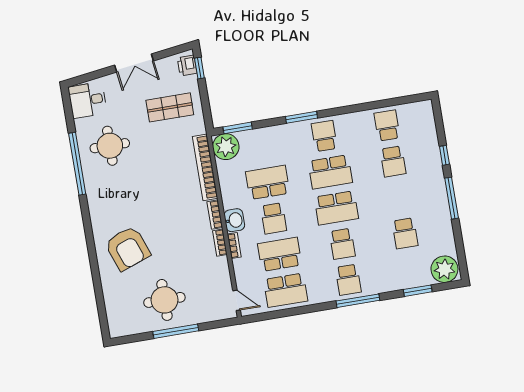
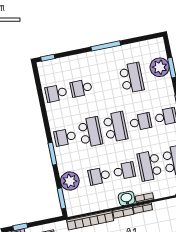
plant: (226, 147) -> (70, 181), moved
window: (444, 155) -> (48, 58), moved
school desk: (393, 161) -> (81, 88), turned 180
school desk: (268, 182) -> (99, 176), width x0.54
school desk: (405, 233) -> (132, 78), width x1.85
plant: (444, 269) -> (160, 67), moved

